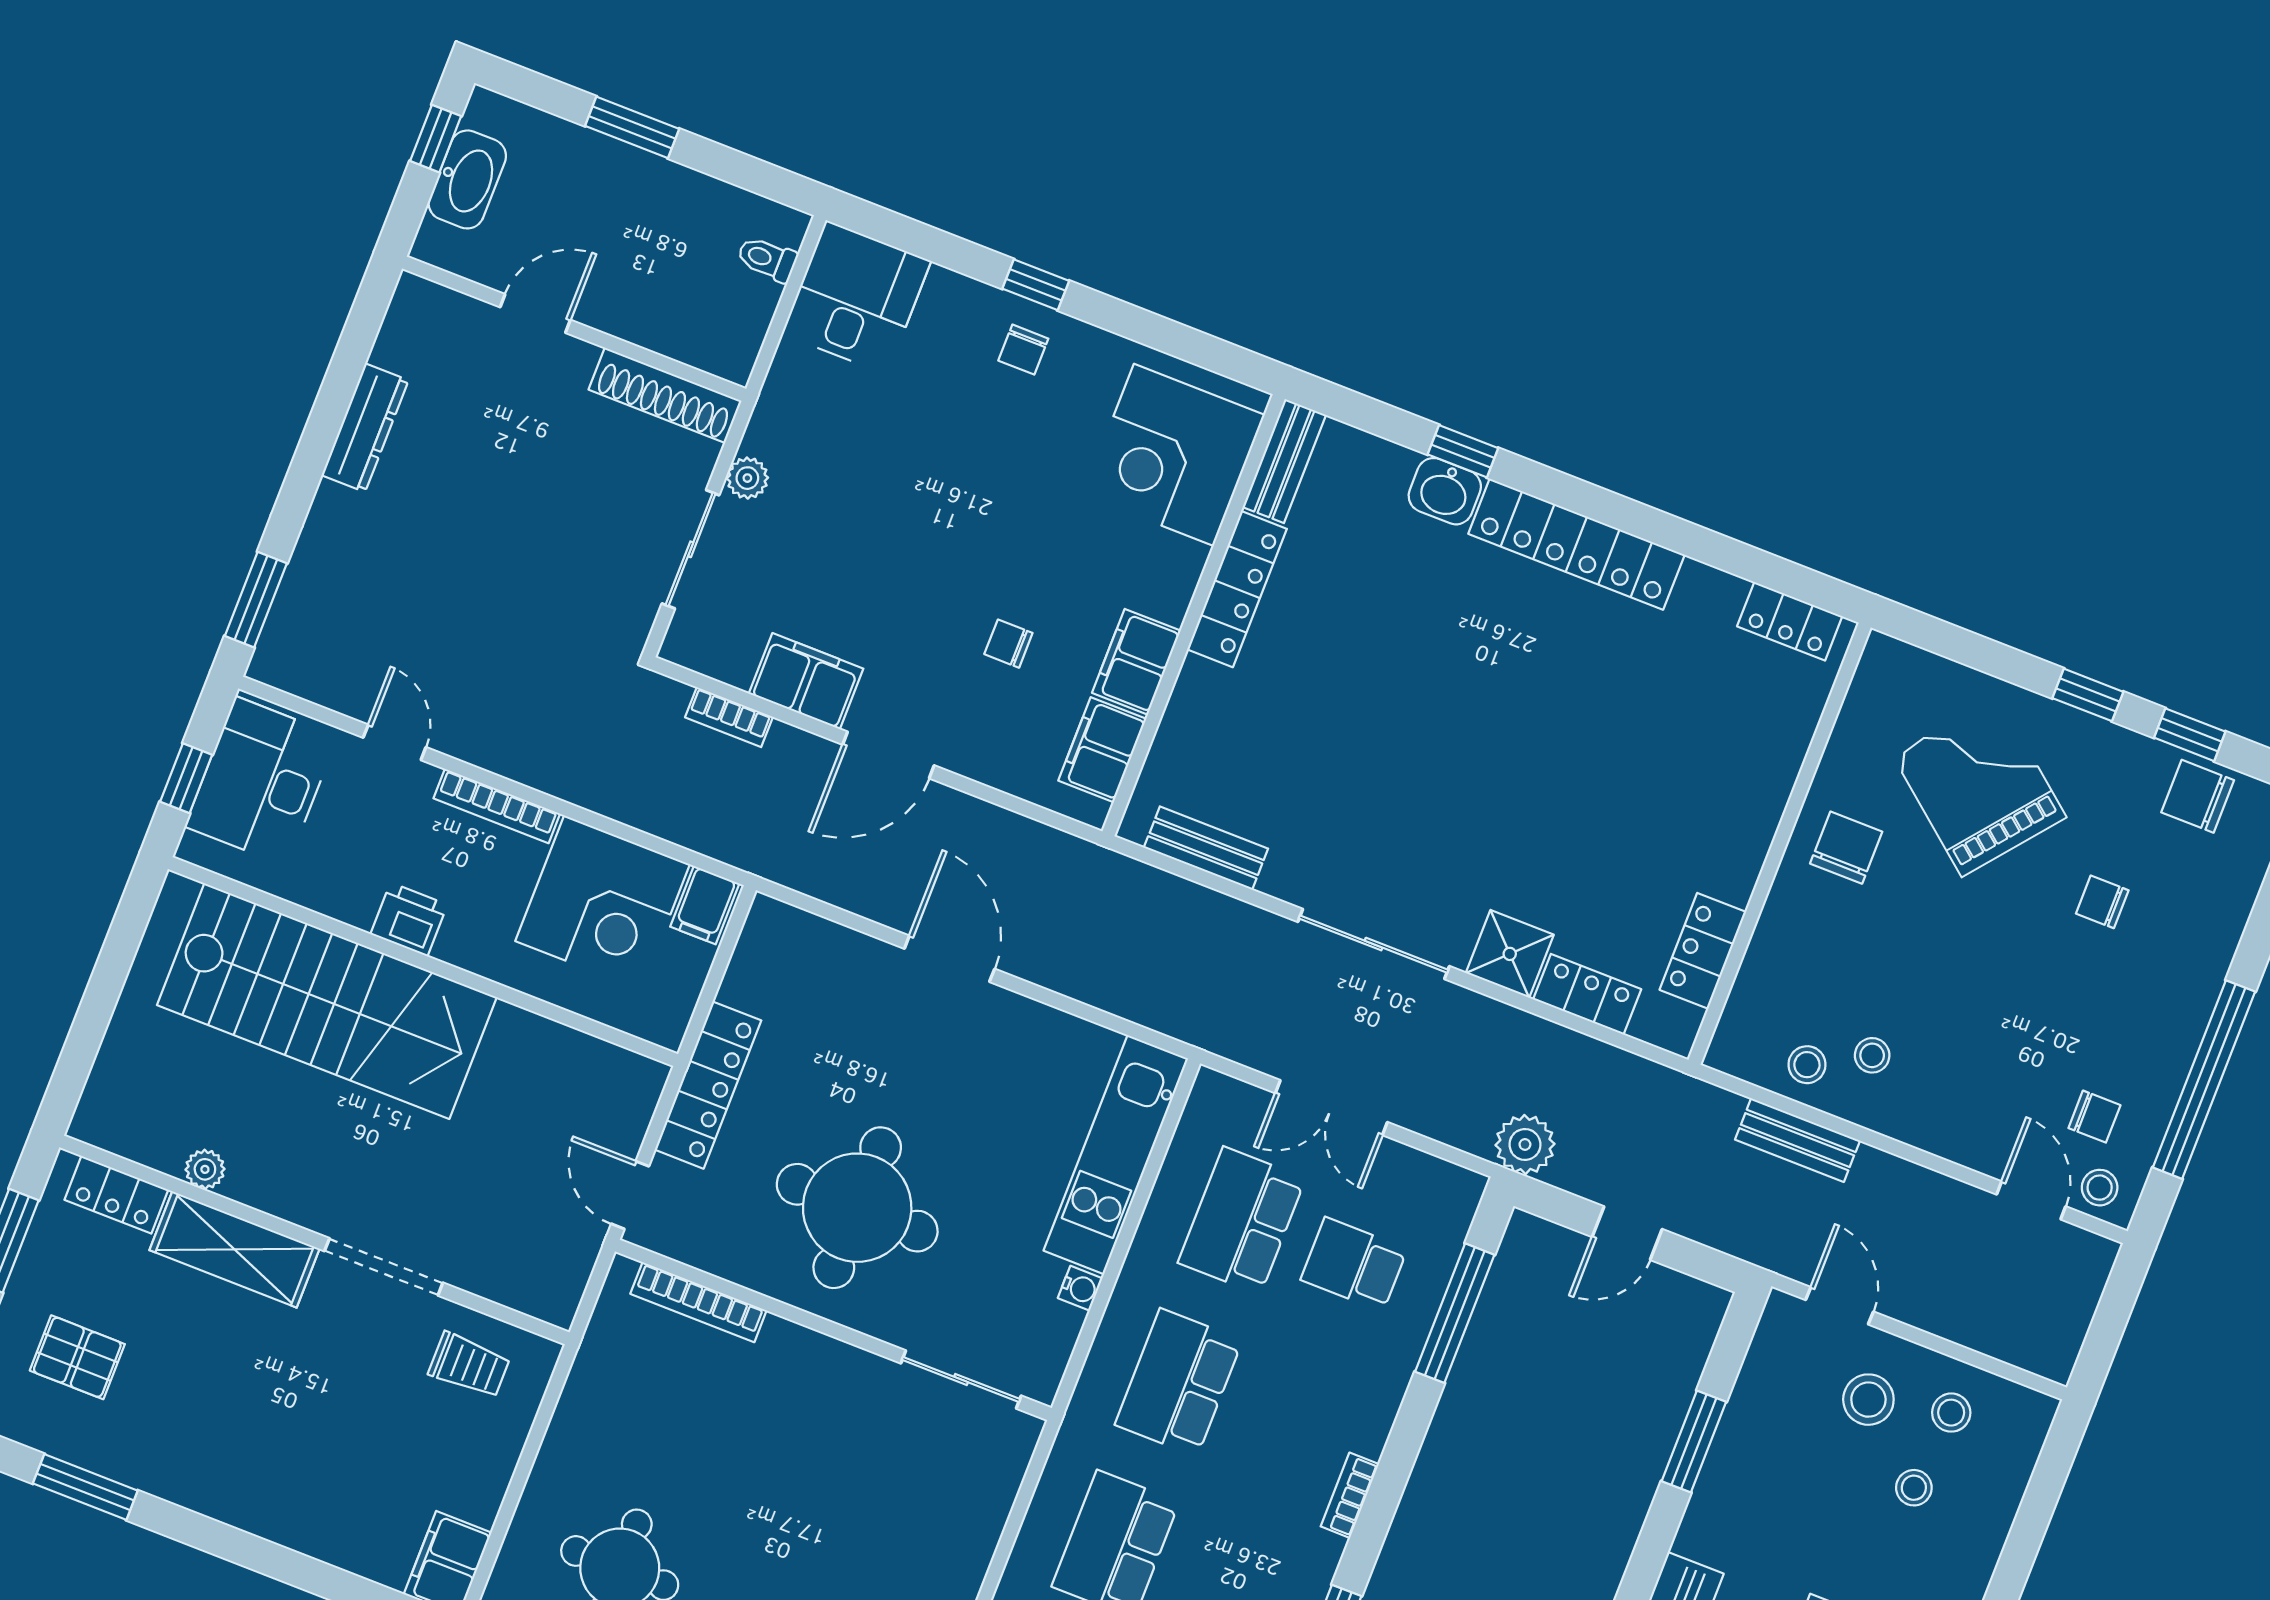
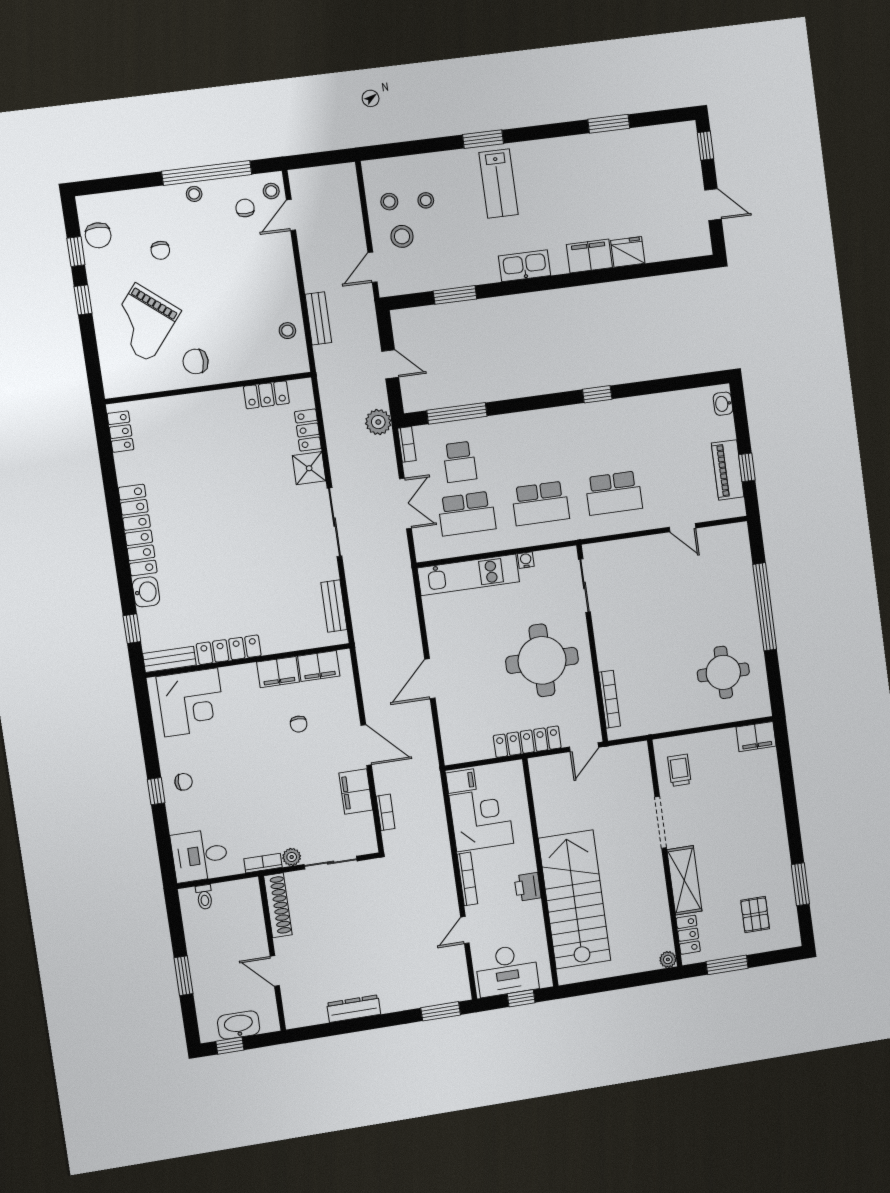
bookcase: (768, 414) -> (263, 863), added
window: (1463, 451) -> (132, 629), moved
stool: (1872, 1055) -> (194, 194), moved
plant: (205, 1169) -> (668, 959), moved
bookcase: (1350, 1495) -> (407, 444), moved, turned -90

